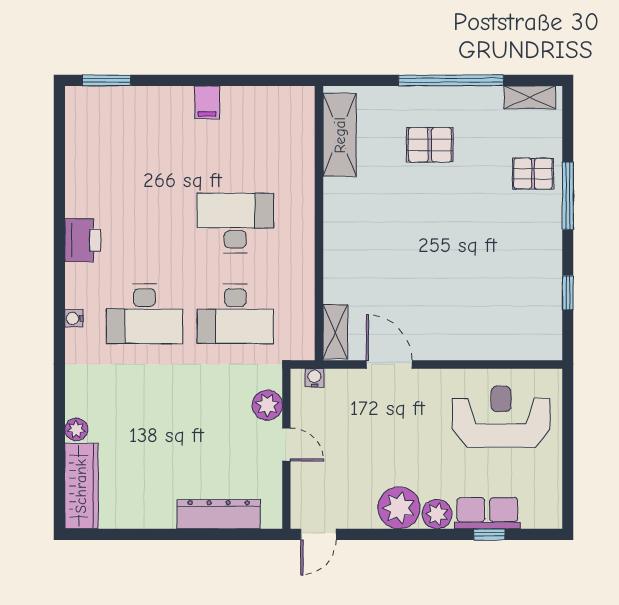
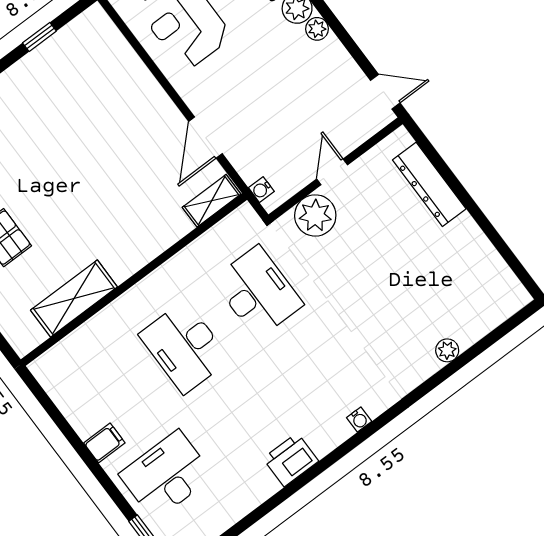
shelving: (340, 135) -> (74, 298), moved
desk: (144, 314) -> (166, 475), moved, turned -90
plant: (267, 405) -> (315, 215), width x1.36, depth x1.36
wardrobe: (81, 486) -> (490, 312), removed
plant: (399, 508) -> (317, 29), width x0.53, depth x0.53

